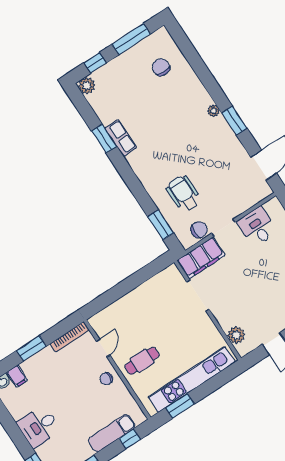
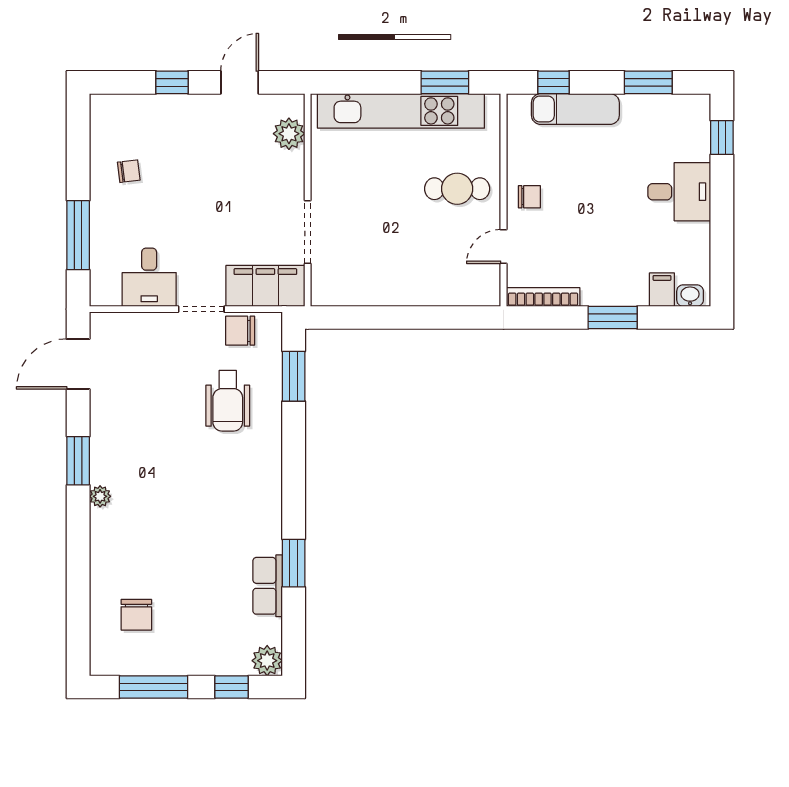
row of seats: (121, 138) -> (268, 586), moved

